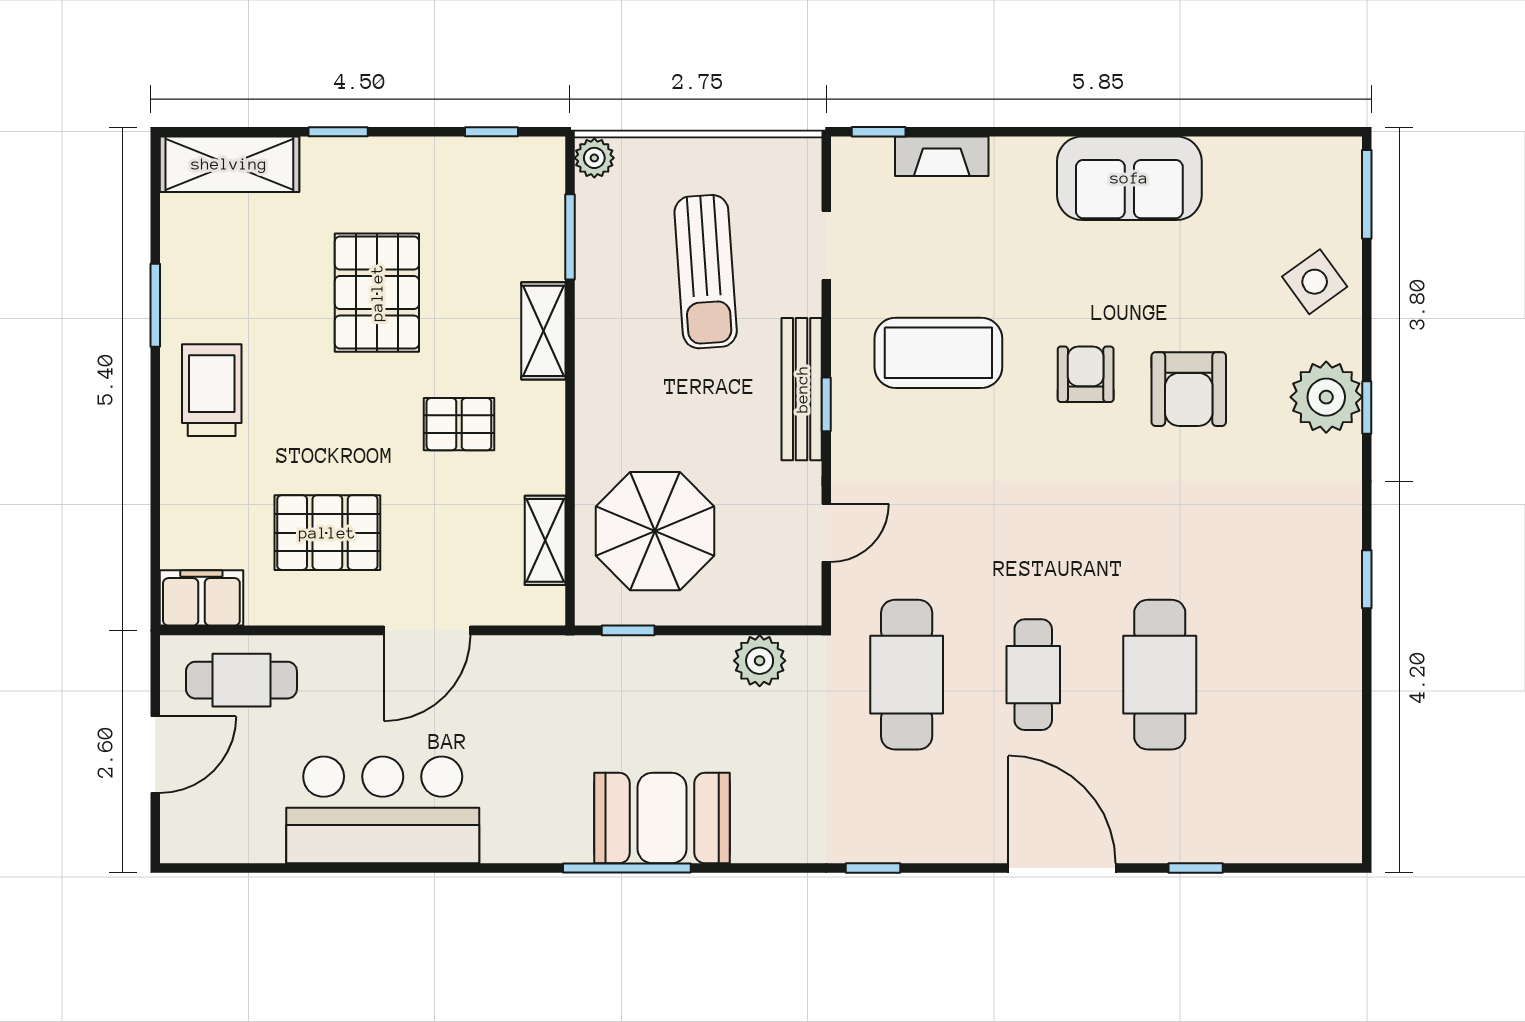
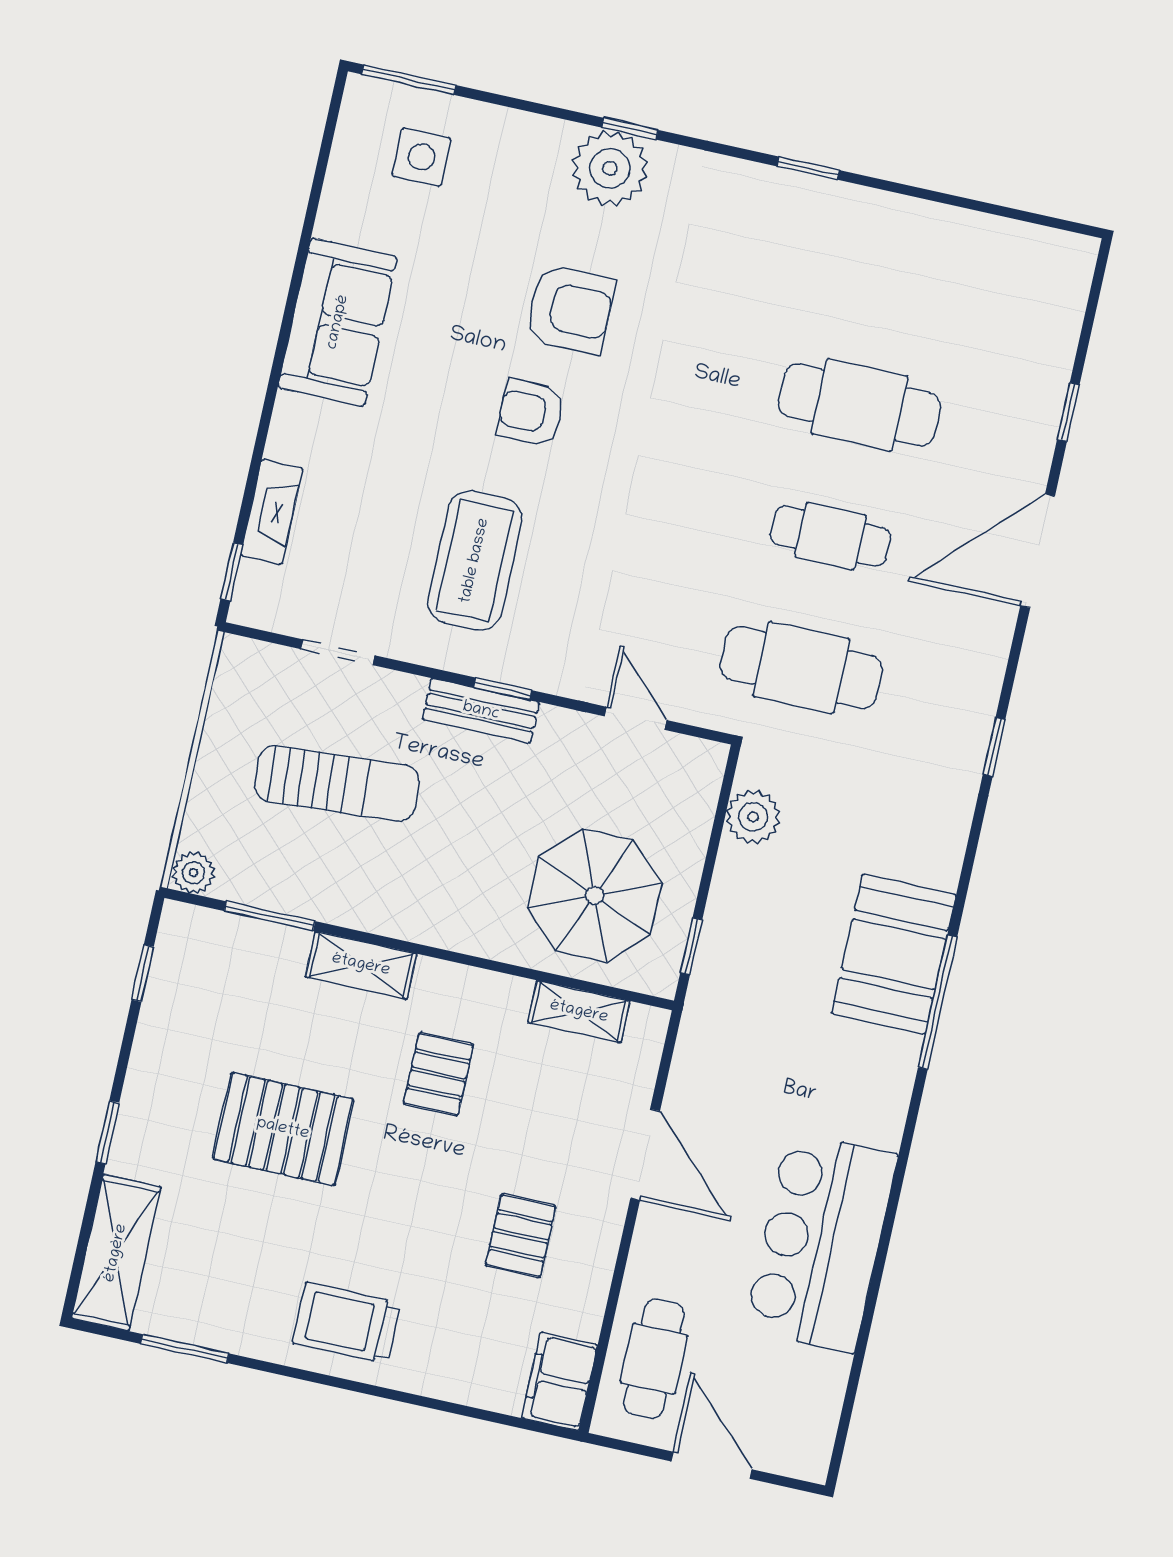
side table: (1315, 282) -> (422, 157), moved, turned 36
window: (155, 305) -> (185, 1349), moved
bench: (802, 389) -> (481, 711), width x0.73
pallet: (327, 533) -> (521, 1236), width x0.67, depth x0.71

